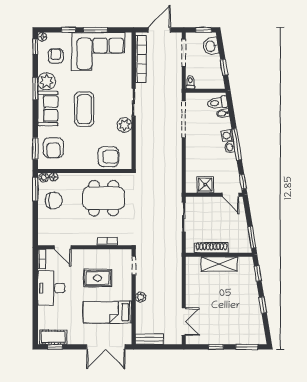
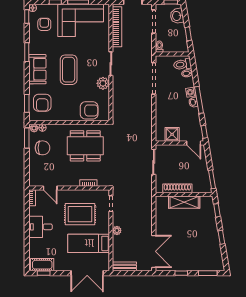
plant: (47, 81) -> (36, 46), removed
rug: (98, 278) -> (80, 214), width x1.36, depth x1.43
desk: (51, 288) -> (40, 227), width x0.73
double door: (184, 322) -> (154, 251), width x1.37

